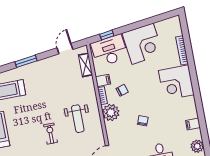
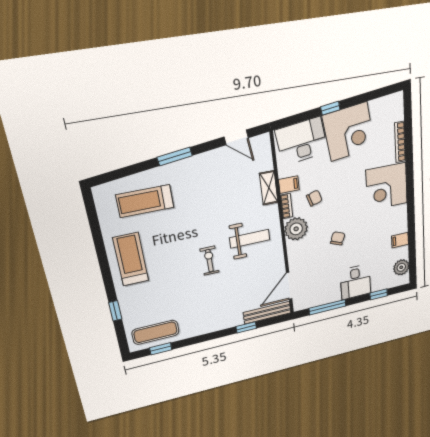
window: (107, 35) -> (330, 108), moved
door: (65, 49) -> (236, 137), swing flipped
shelving: (86, 65) -> (269, 188), moved
weight bench: (78, 119) -> (250, 239), turned -90

